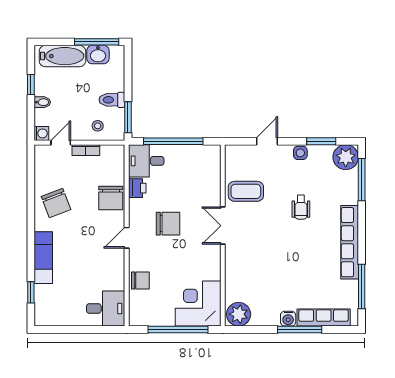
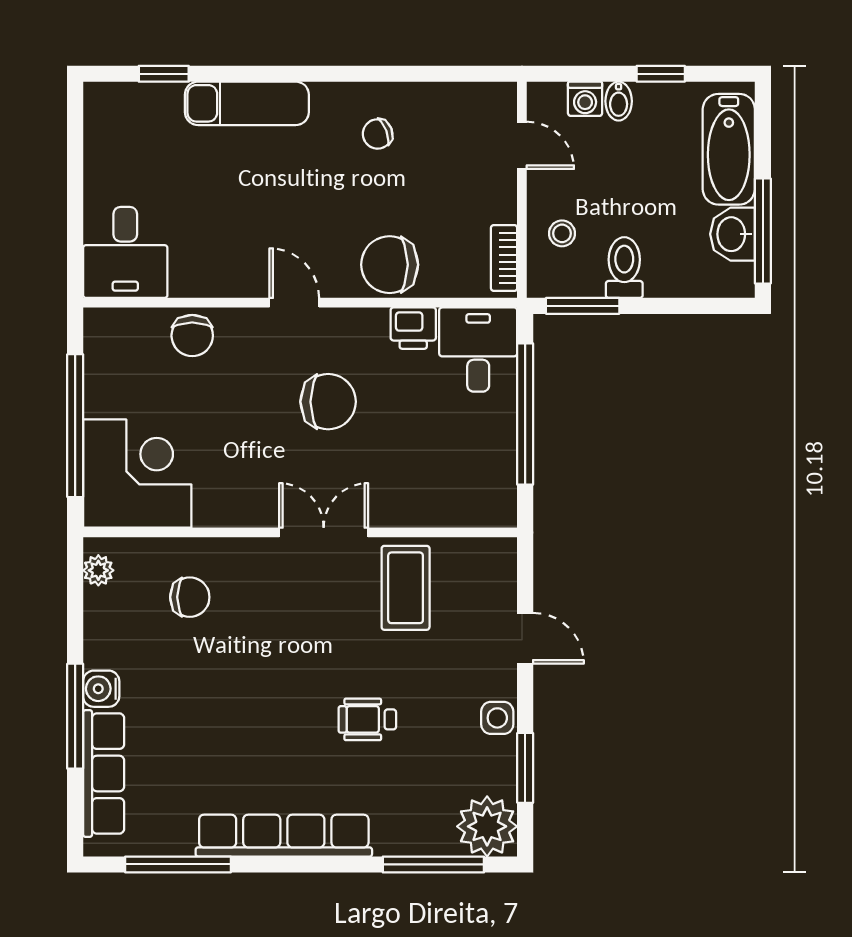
washing machine: (41, 133) -> (585, 99), moved
bookcase: (86, 150) -> (504, 258), moved
chair: (56, 203) -> (378, 134), width x0.54, depth x0.54
chair: (168, 224) -> (328, 402), turned -90
chair: (250, 282) -> (190, 597), added
plant: (239, 314) -> (98, 570), width x0.53, depth x0.53

